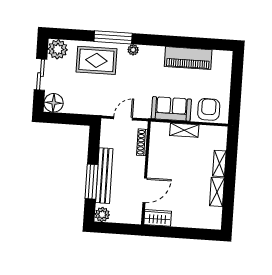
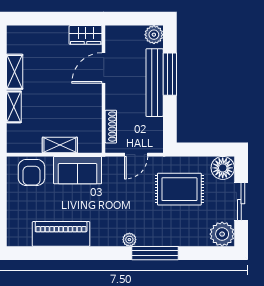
rug: (96, 60) -> (179, 189), moved

